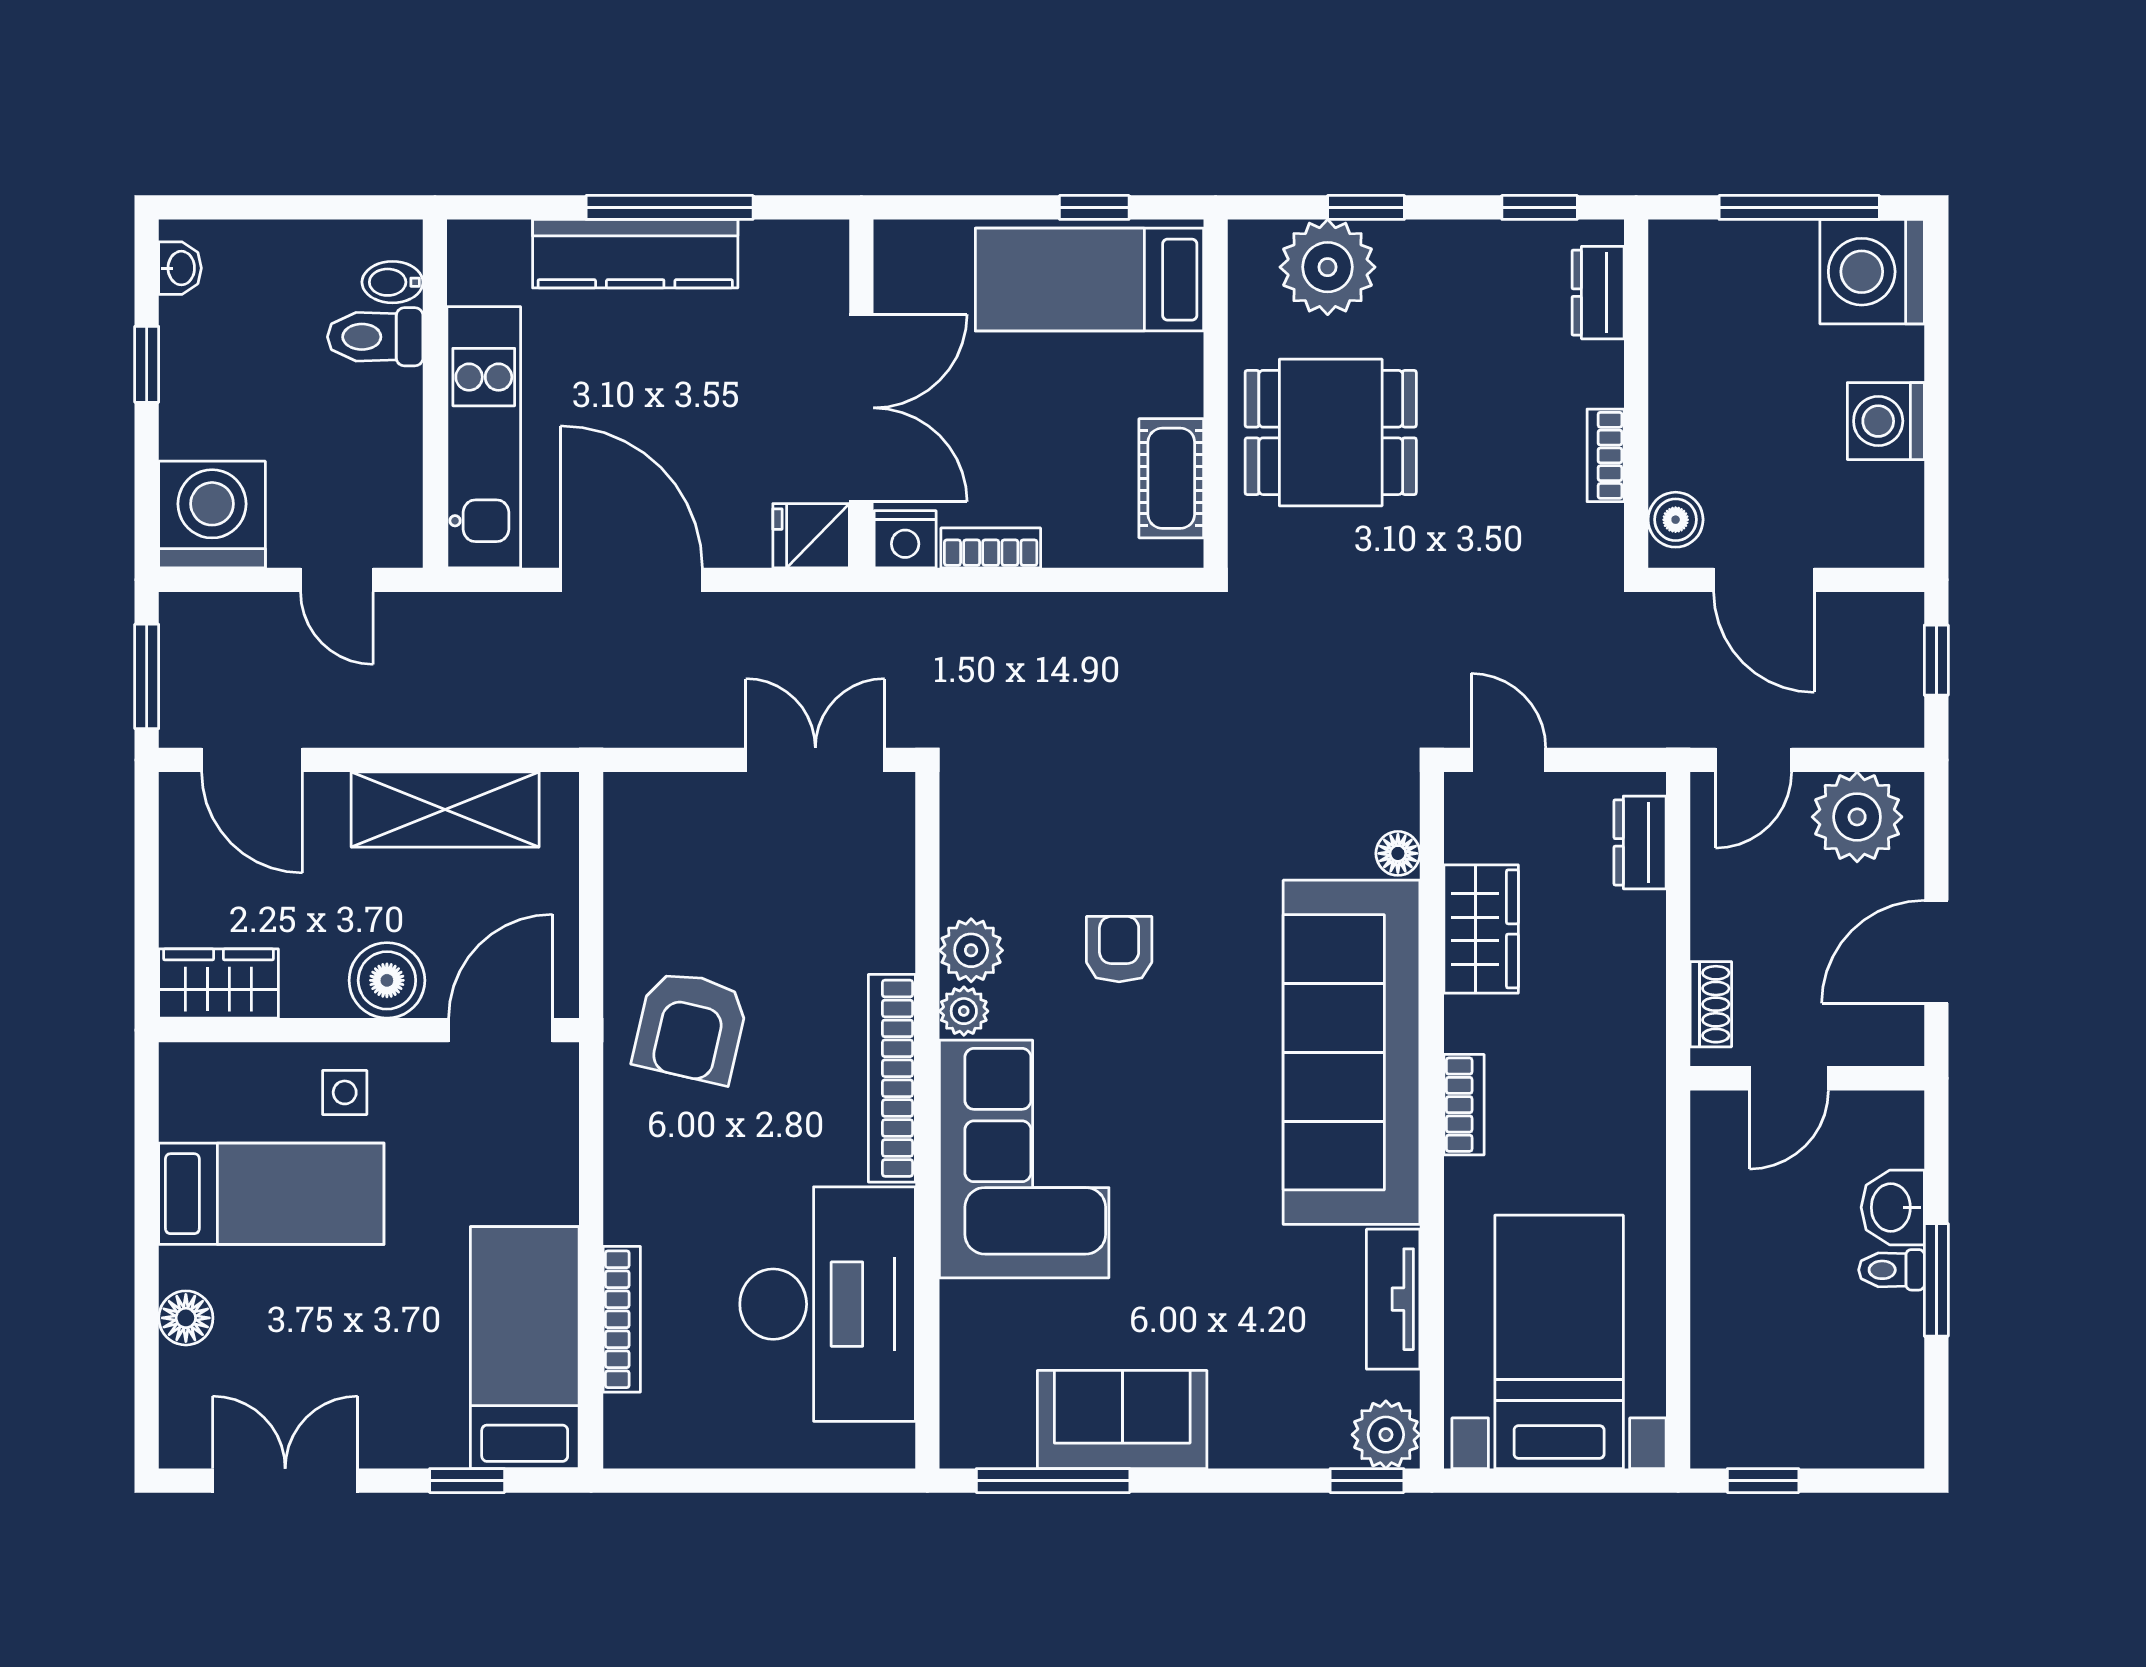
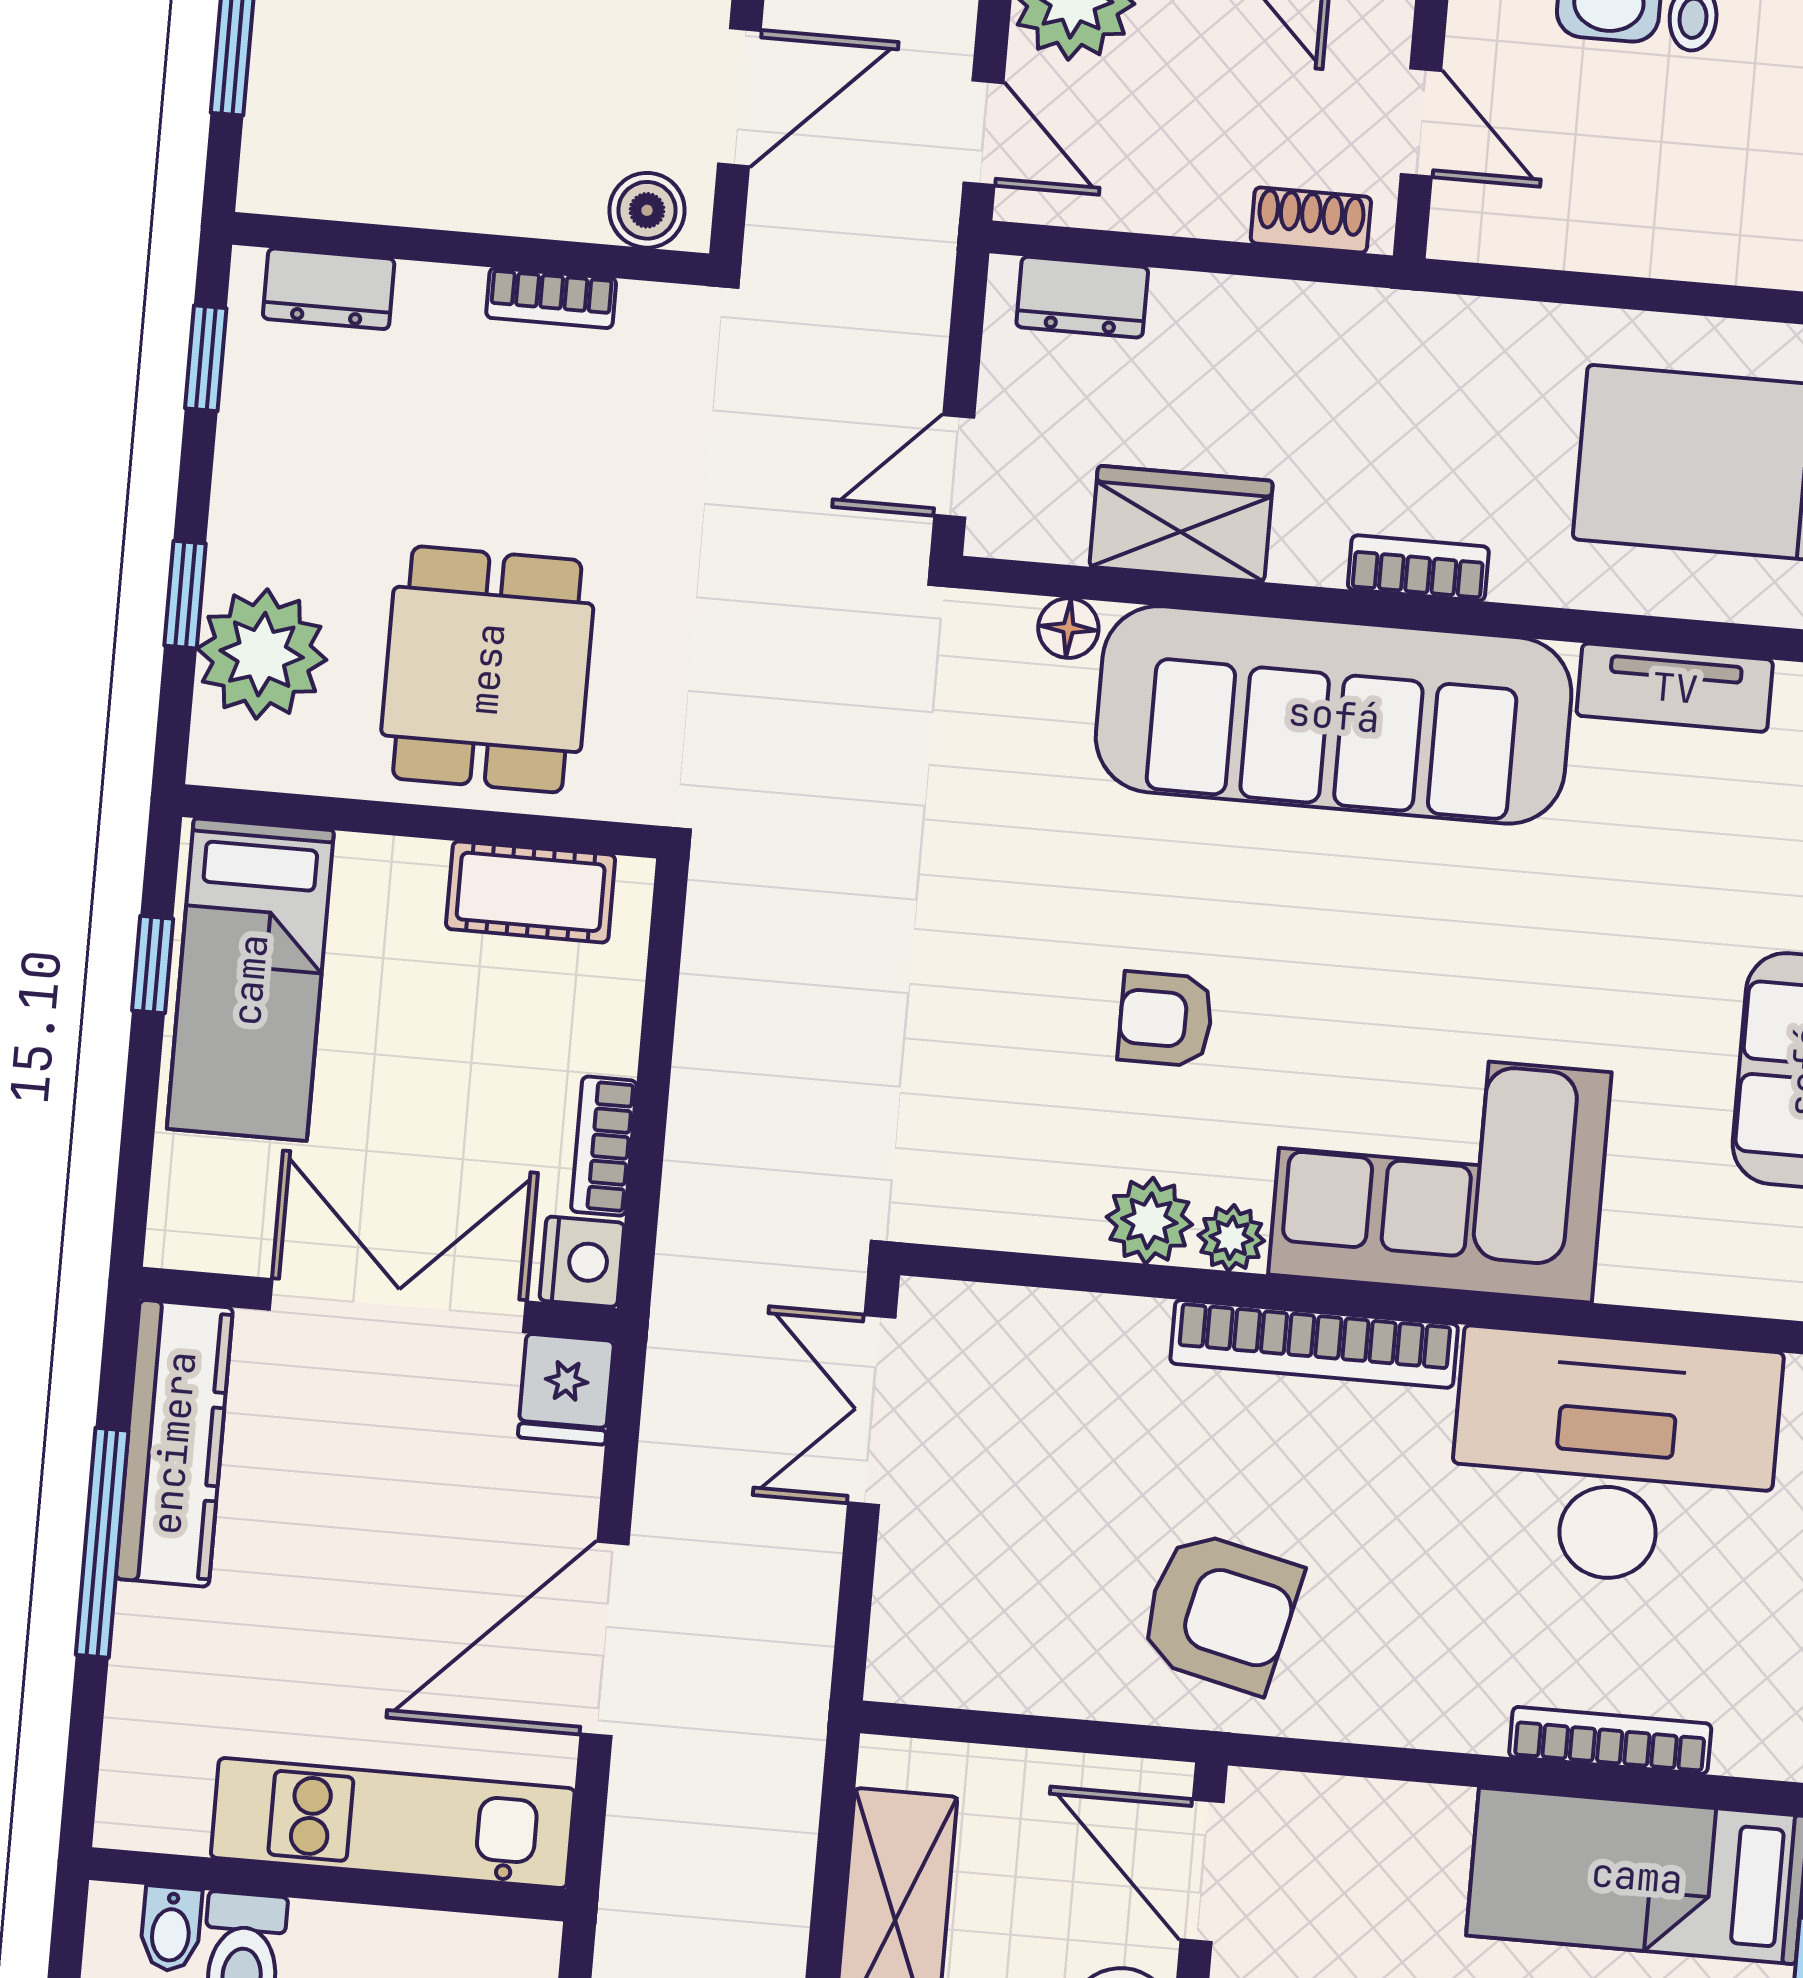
kitchen counter: (635, 254) -> (174, 1443), moved

